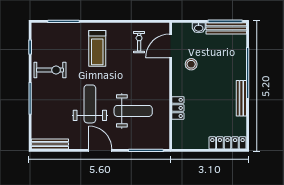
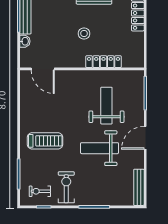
exercise bike: (139, 42) -> (40, 191), moved
stool: (191, 64) -> (84, 33), moved
locker: (178, 108) -> (104, 62), width x1.53

